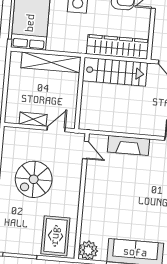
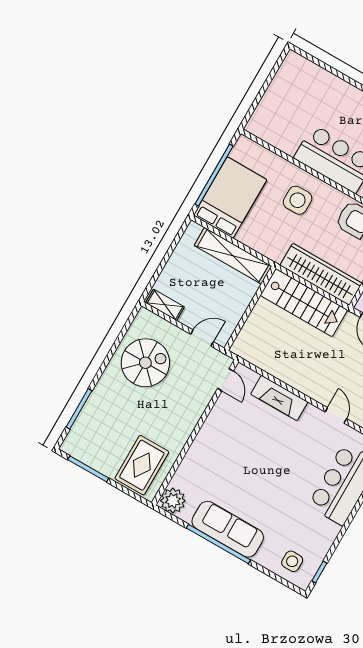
shelving: (33, 119) -> (165, 305), moved
spiral stairs: (34, 179) -> (145, 363), moved, turned 180

